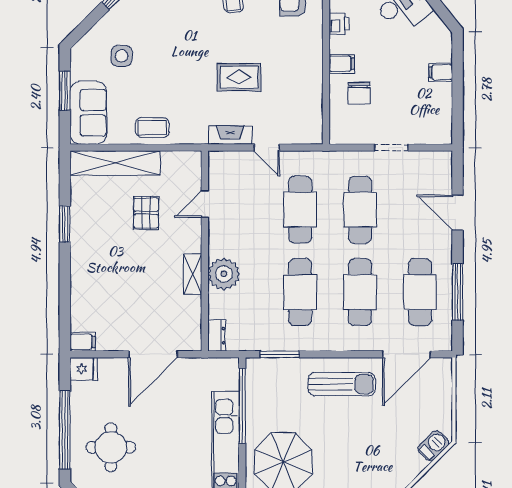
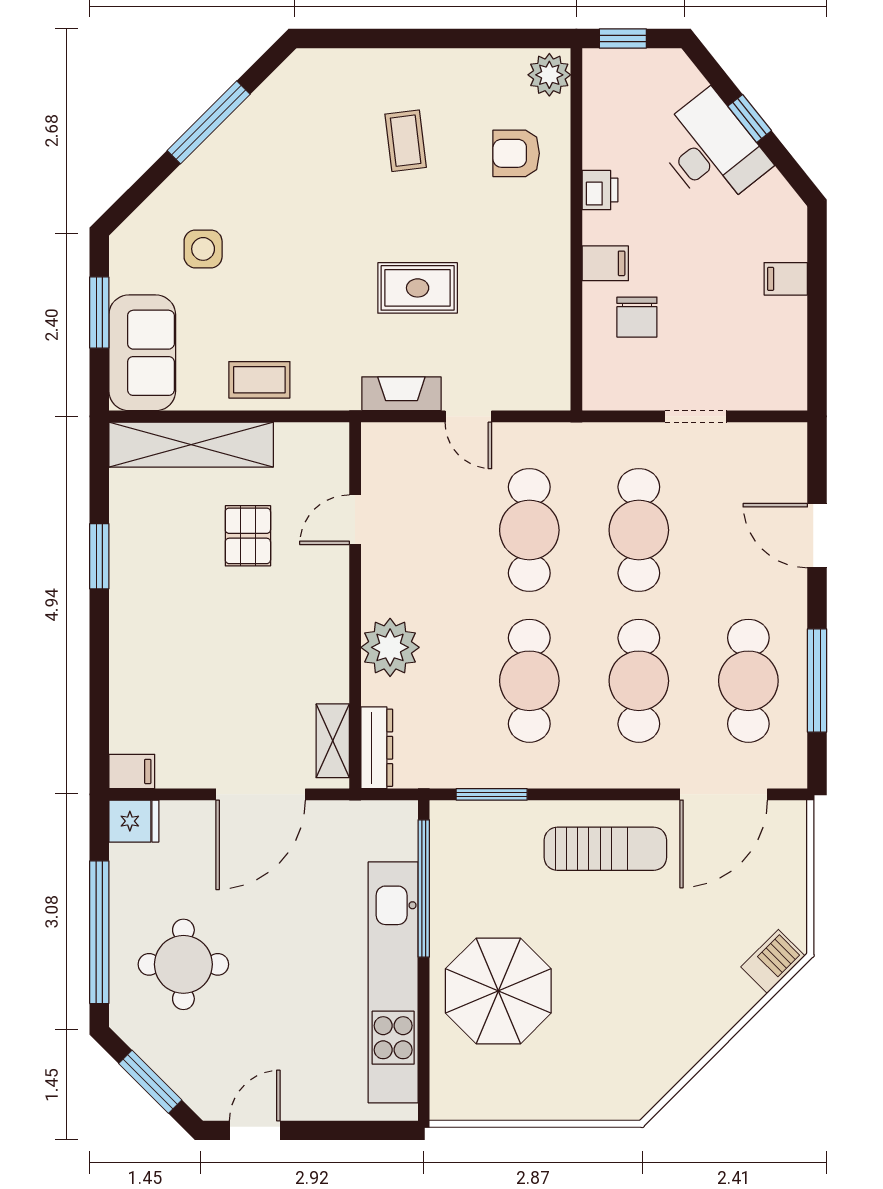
shelving: (193, 274) -> (333, 741), moved
dresser: (217, 336) -> (377, 748), width x1.44

